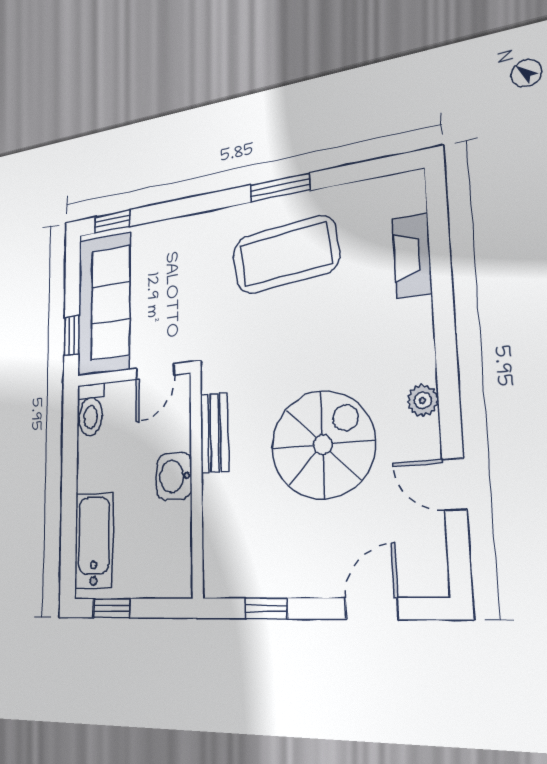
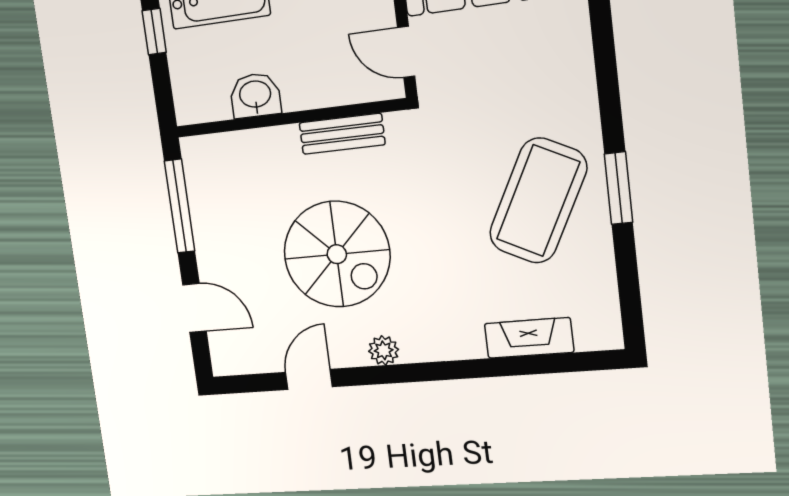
coffee table: (286, 255) -> (538, 201), turned 33
washbasin: (174, 476) -> (255, 95), moved
window: (266, 608) -> (180, 206), width x2.17

